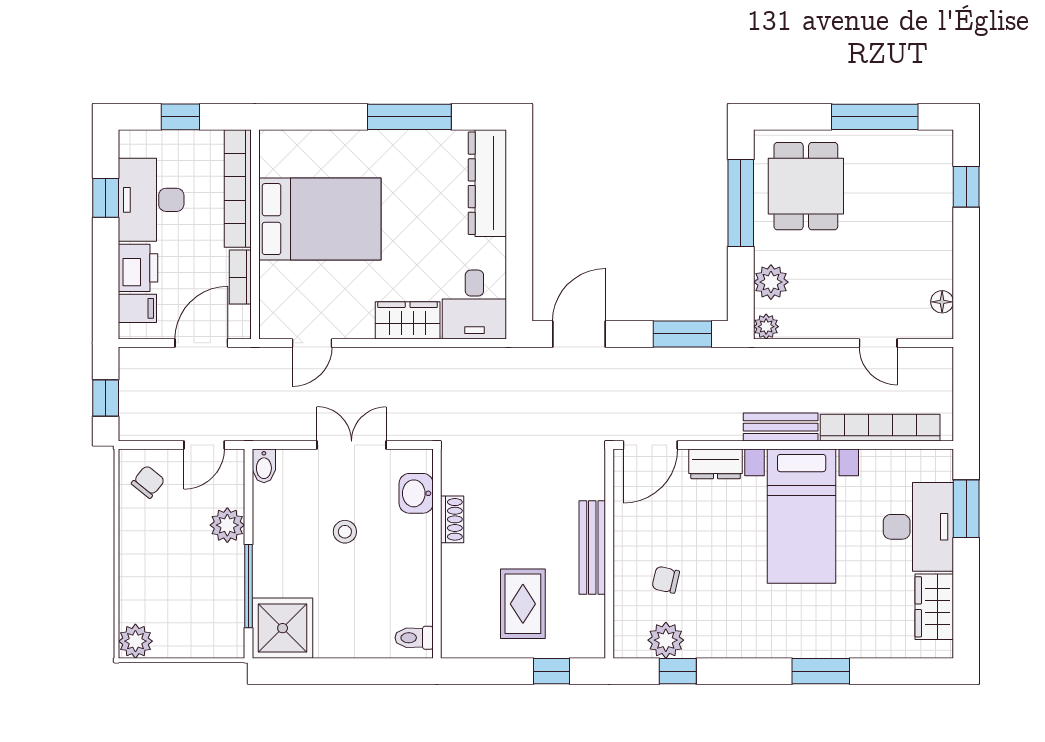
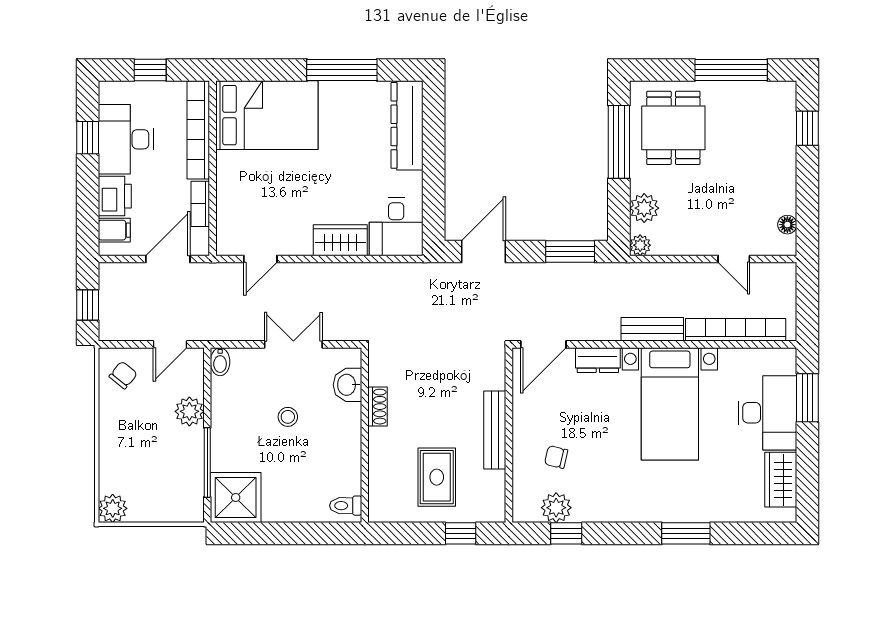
bed: (320, 219) -> (267, 115), moved

